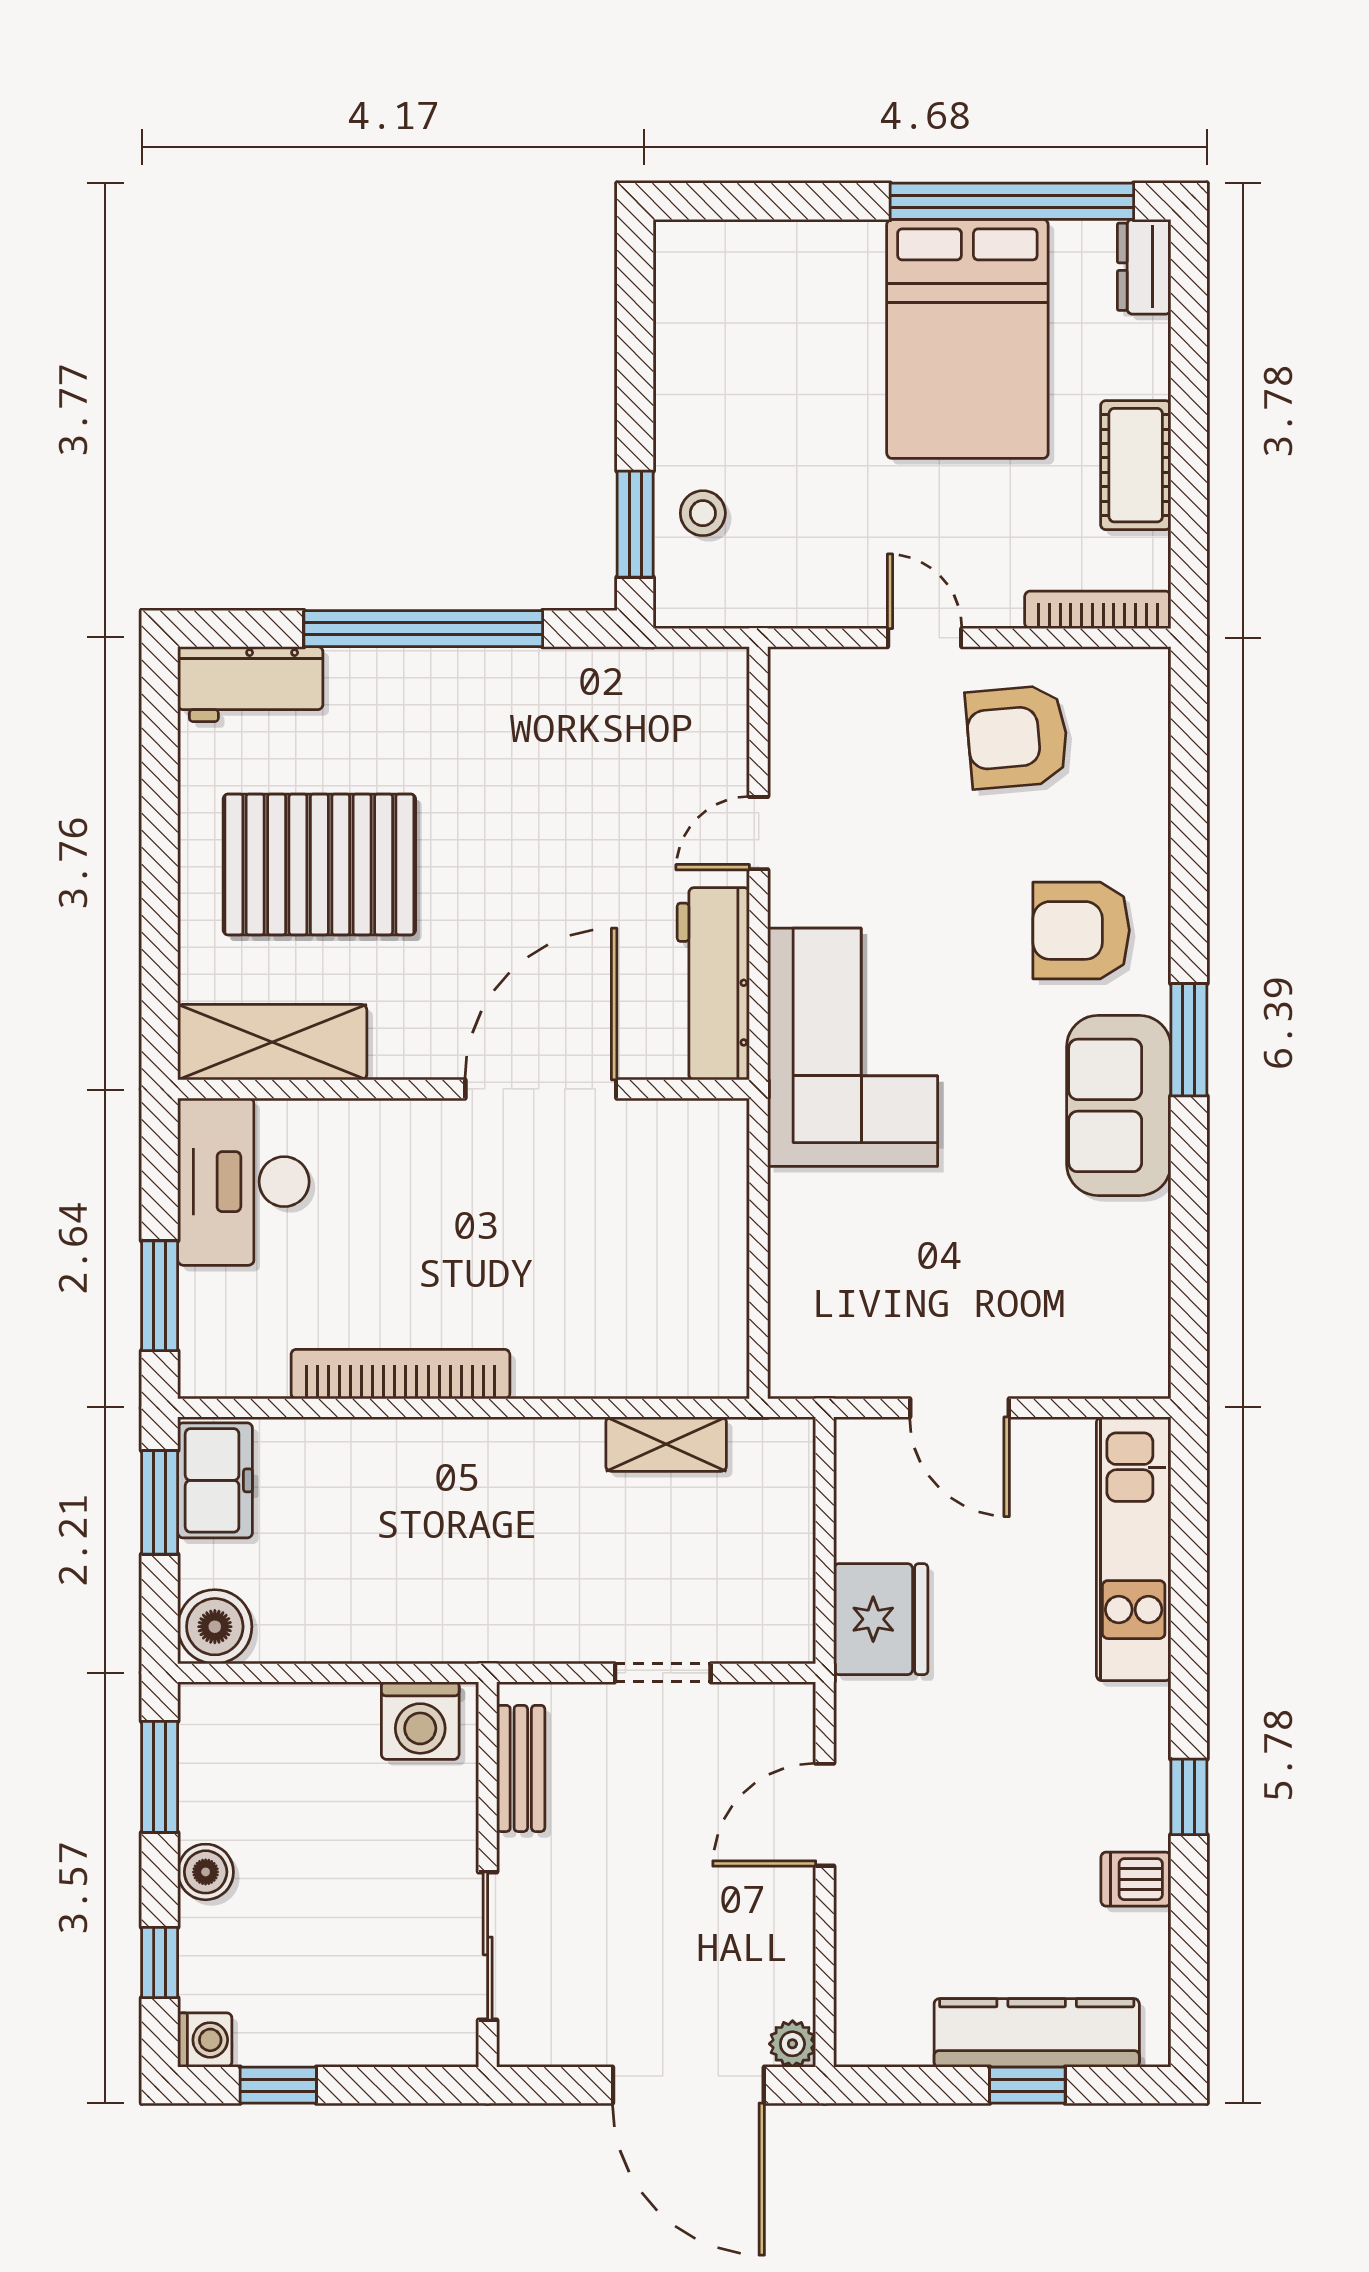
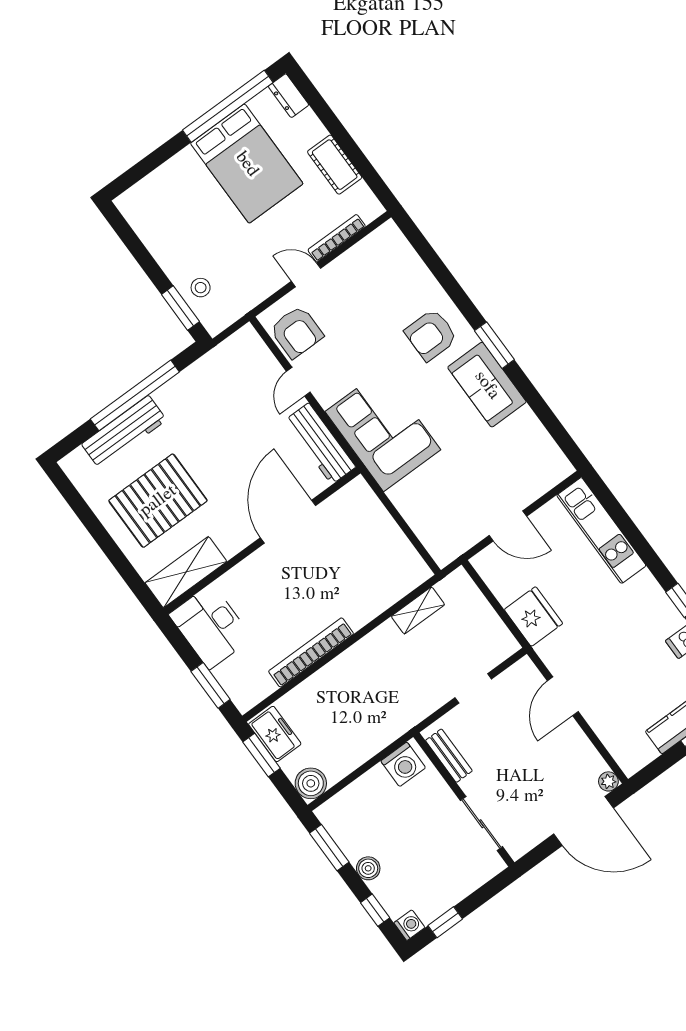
bookcase: (1098, 610) -> (337, 238), moved
workbench: (250, 684) -> (124, 432), moved, width x1.37
armchair: (1017, 737) -> (297, 332), moved, turned -85

